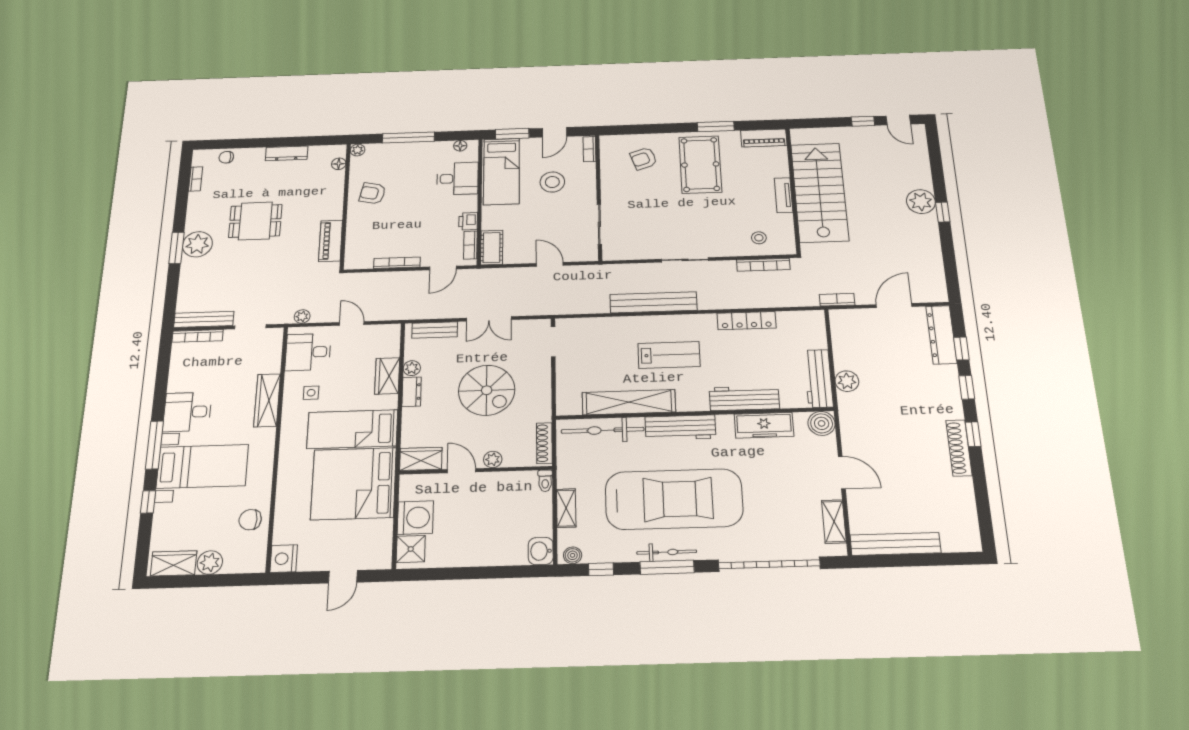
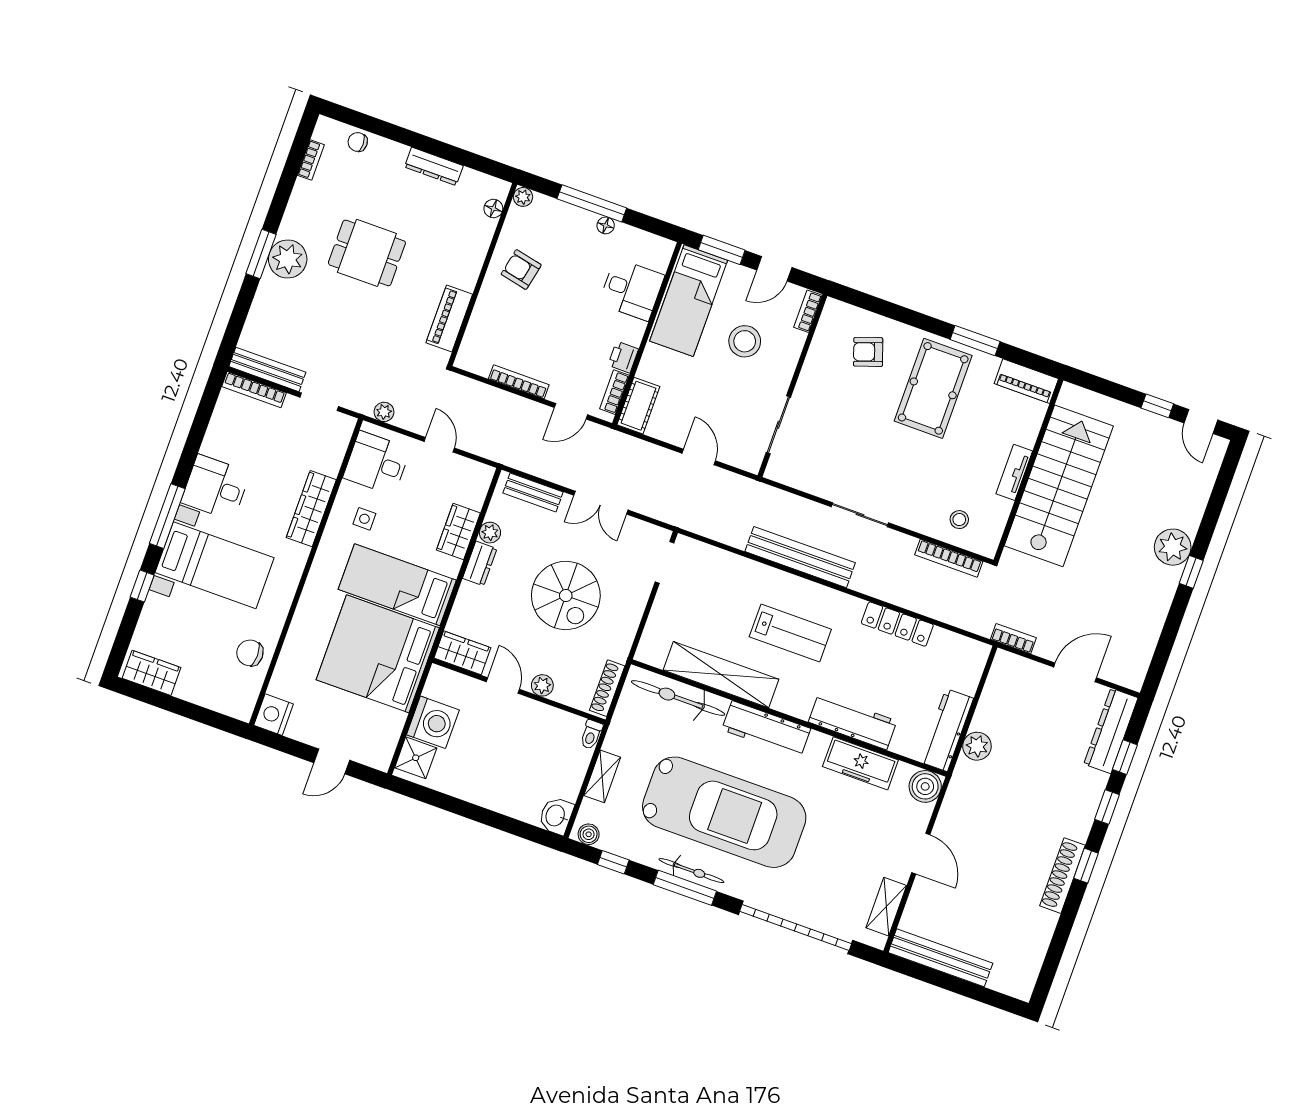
floor lamp: (460, 146) -> (606, 225), moved
plant: (210, 563) -> (191, 688), removed

